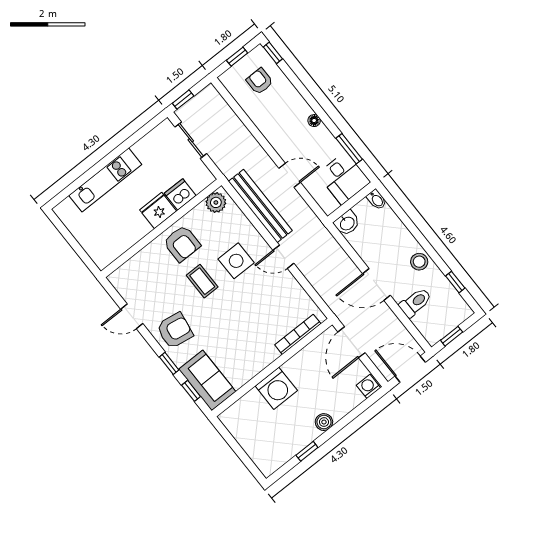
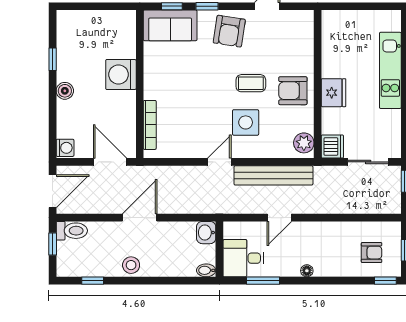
dishwasher: (180, 194) -> (332, 146), moved
toilet: (415, 302) -> (72, 231), moved, turned -90

